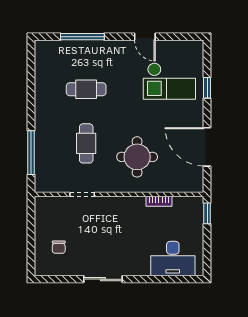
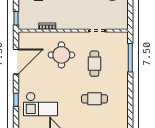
checkout: (169, 81) -> (40, 104), turned 180
door: (207, 147) -> (16, 62), hinge flipped

